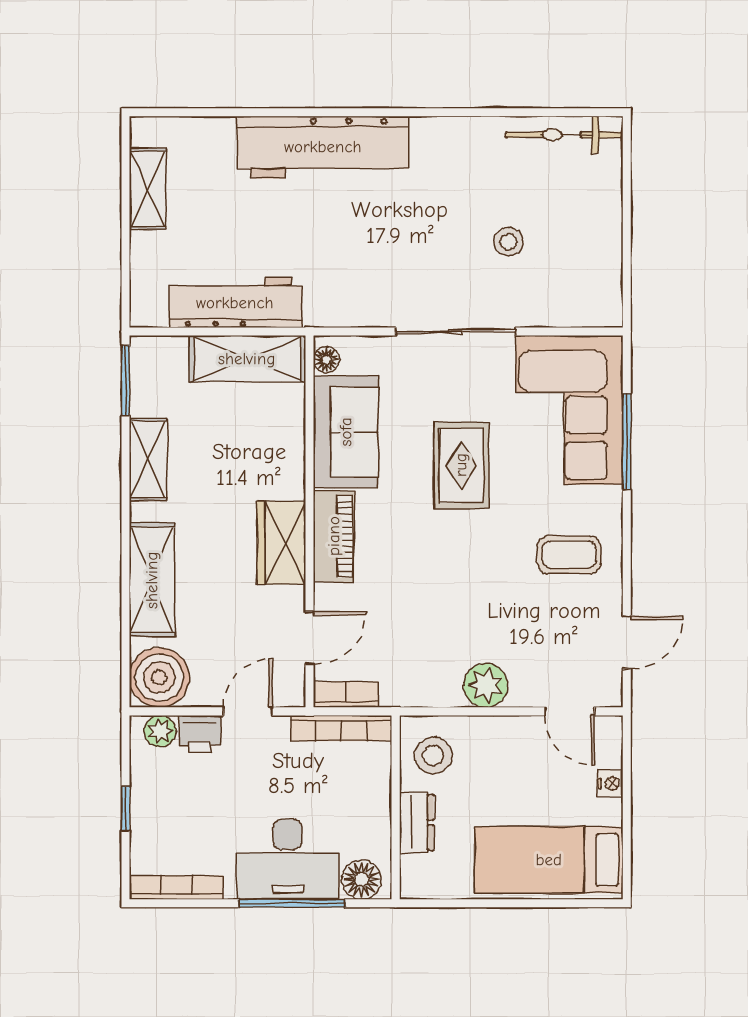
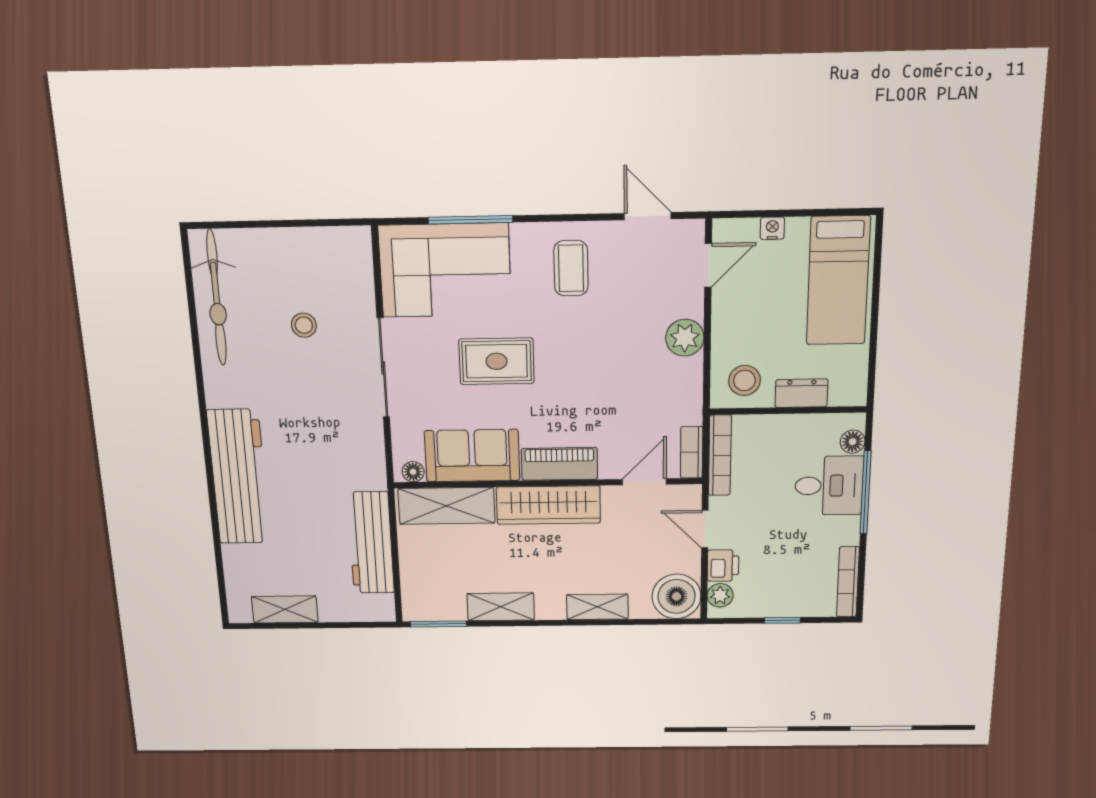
bicycle: (564, 135) -> (217, 298), width x1.37, depth x1.40
shelving: (247, 359) -> (446, 506), moved, turned 90
wardrobe: (281, 543) -> (548, 505), width x1.50
shelving: (152, 580) -> (597, 607), width x0.67, depth x0.75
door: (310, 638) -> (644, 482), hinge flipped
desk: (288, 859) -> (829, 486), width x0.73
floor lamp: (362, 879) -> (853, 442), width x0.73, depth x0.73

